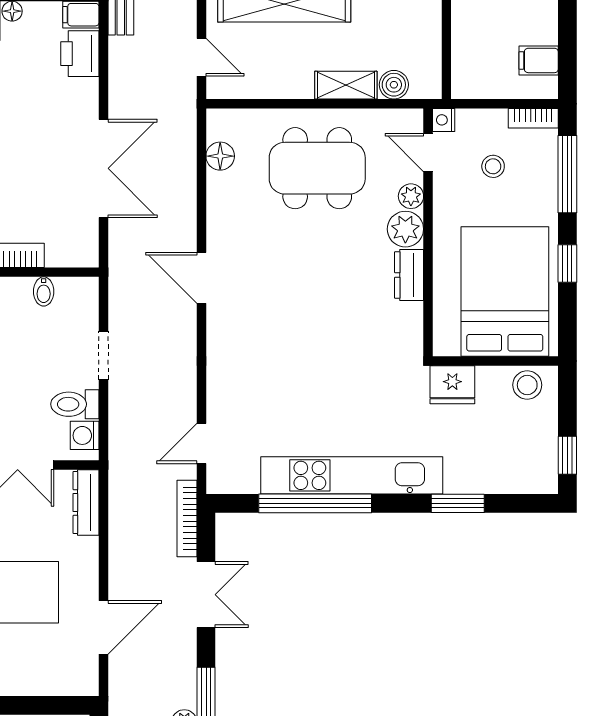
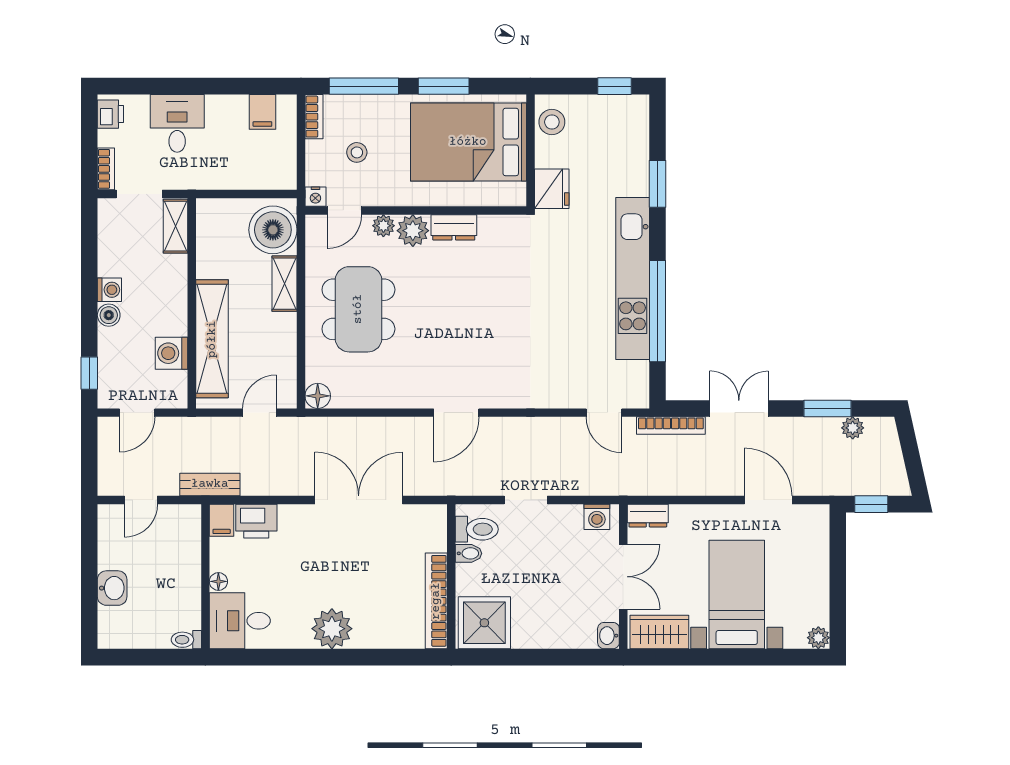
boiler: (394, 85) -> (273, 230), width x1.86, depth x1.86
floor lamp: (220, 156) -> (318, 396), moved
window: (567, 264) -> (444, 86), width x1.50
toilet: (75, 404) -> (477, 529), moved, turned -90
dresser: (86, 502) -> (648, 516), width x0.70

